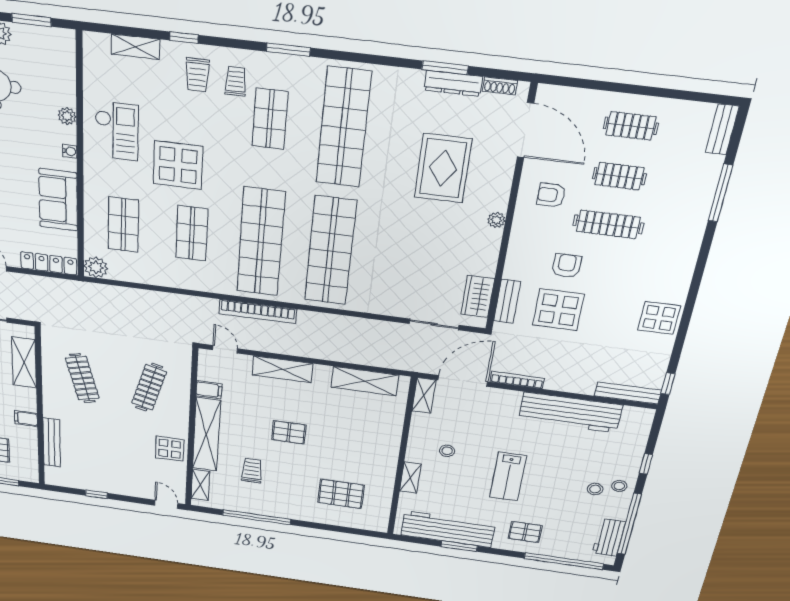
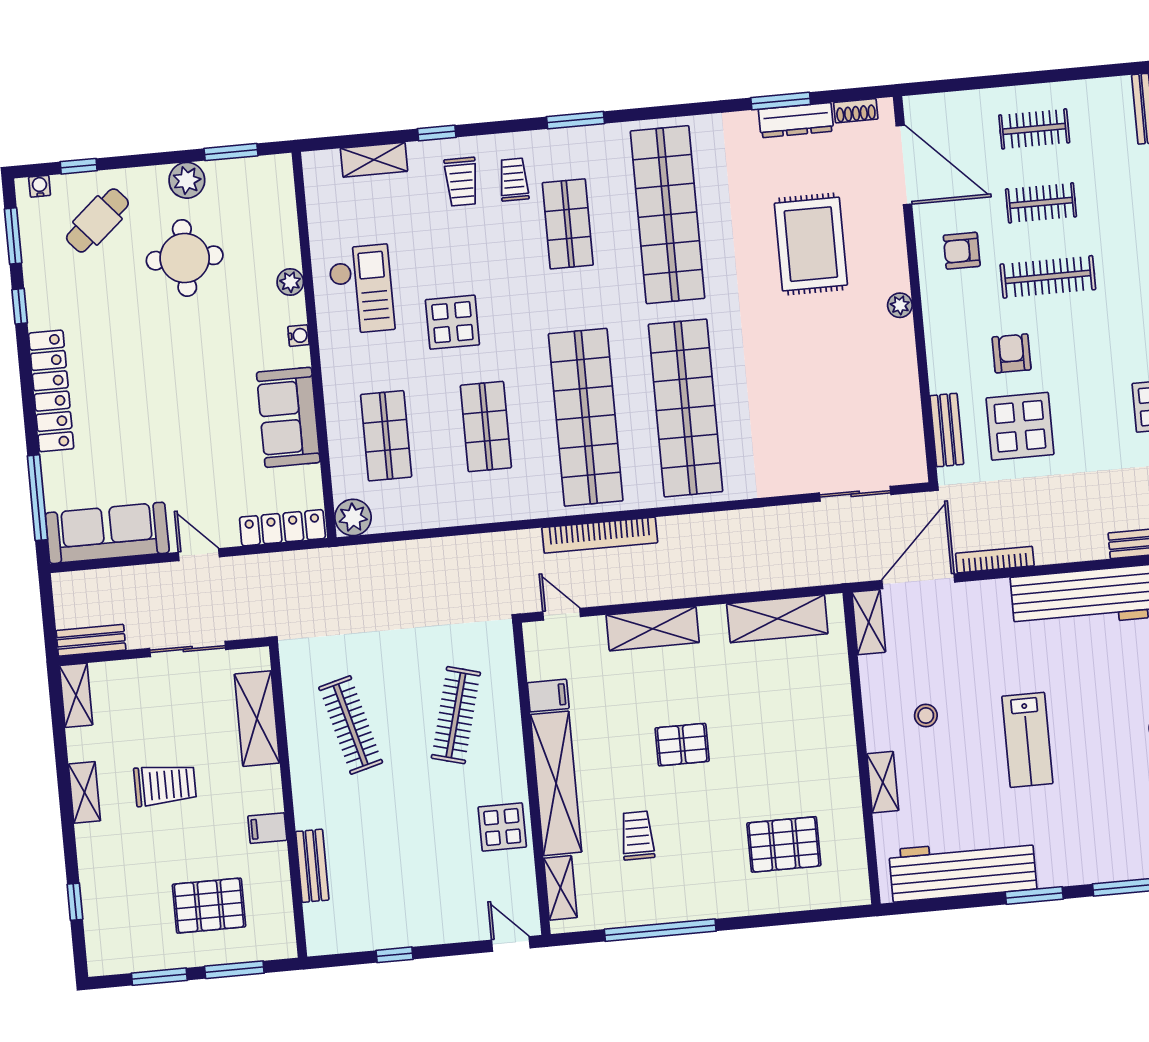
display table: (178, 165) -> (452, 322), width x0.73, depth x0.73
wardrobe: (478, 296) -> (905, 432), removed
bench: (52, 442) -> (312, 866), width x0.73
pallet: (525, 532) -> (1081, 842), removed
window: (459, 546) -> (1034, 895), moved

